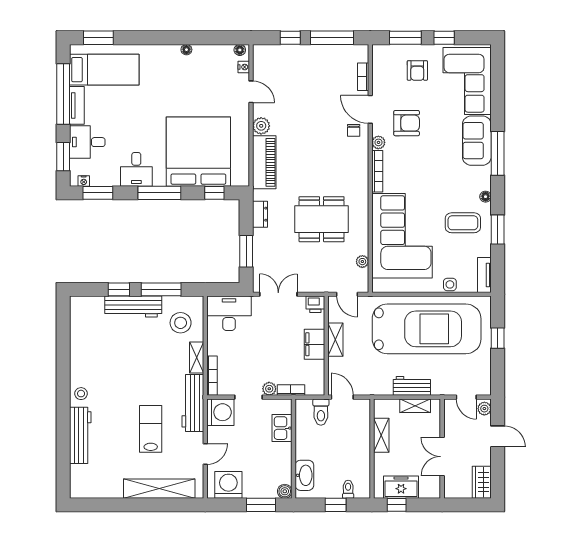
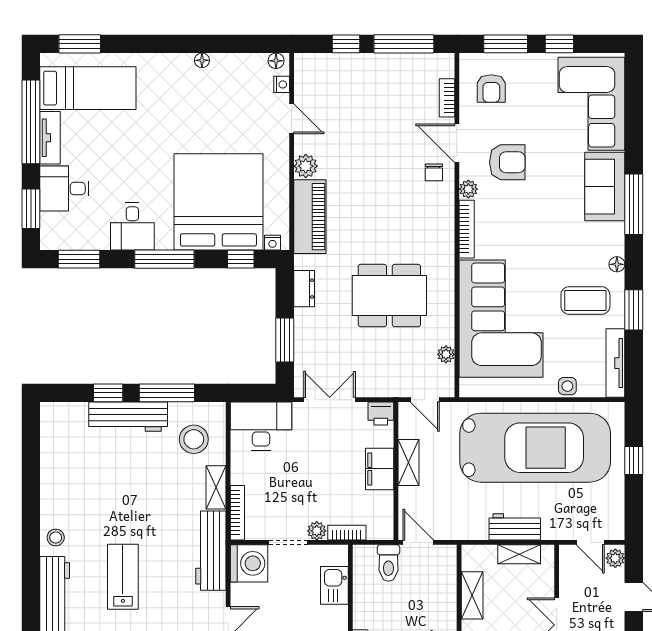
armchair: (417, 70) -> (491, 88), moved
nightstand: (84, 181) -> (272, 243), moved
tv unit: (484, 275) -> (615, 363), width x1.41
lab bench: (151, 429) -> (123, 577), moved

